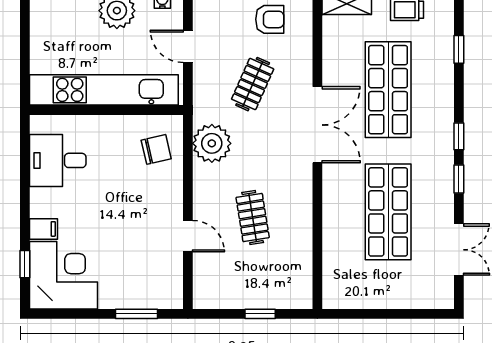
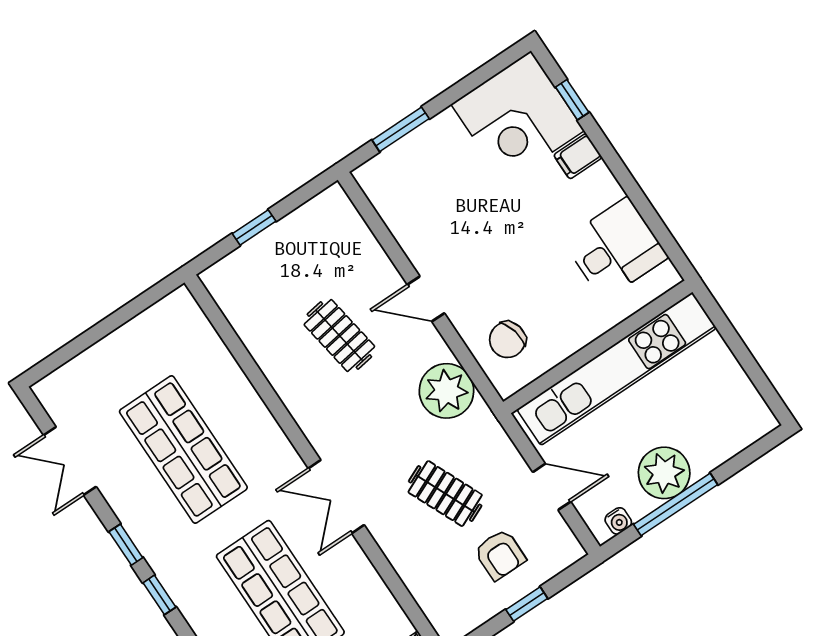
armchair: (270, 19) -> (500, 555), moved, turned -90
clothes rail: (253, 84) -> (445, 494), turned -48
double door: (317, 125) -> (336, 497), width x0.73
door: (188, 236) -> (426, 299), moved

